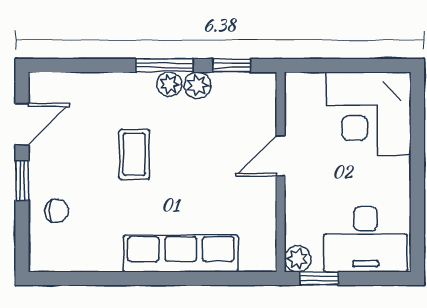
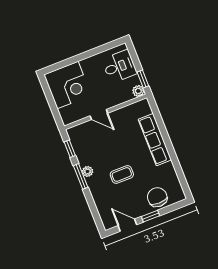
plant: (197, 85) -> (83, 160), removed
chair: (57, 211) -> (157, 197), width x1.87, depth x1.87
desk: (365, 239) -> (119, 66), width x0.73

